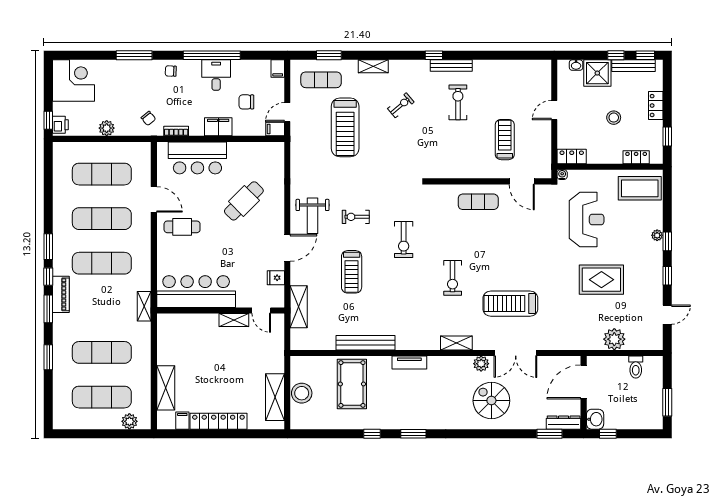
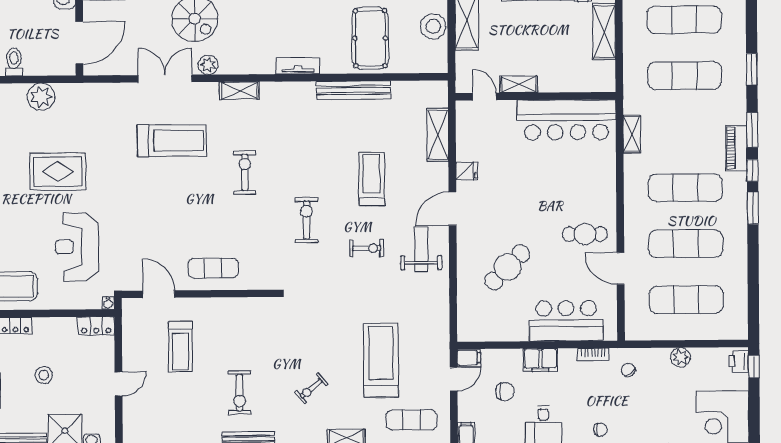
bar counter: (196, 292) -> (566, 120), moved
wall: (221, 310) -> (536, 96), moved
door: (261, 310) -> (484, 97), moved
shelving: (234, 320) -> (519, 84), moved

